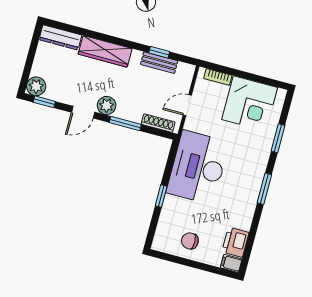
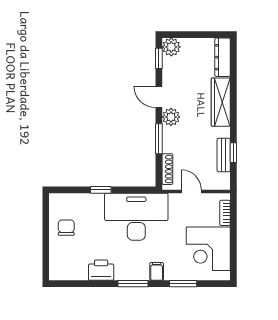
printer: (235, 242) -> (101, 270), moved
filing cabinet: (231, 263) -> (157, 271), moved

